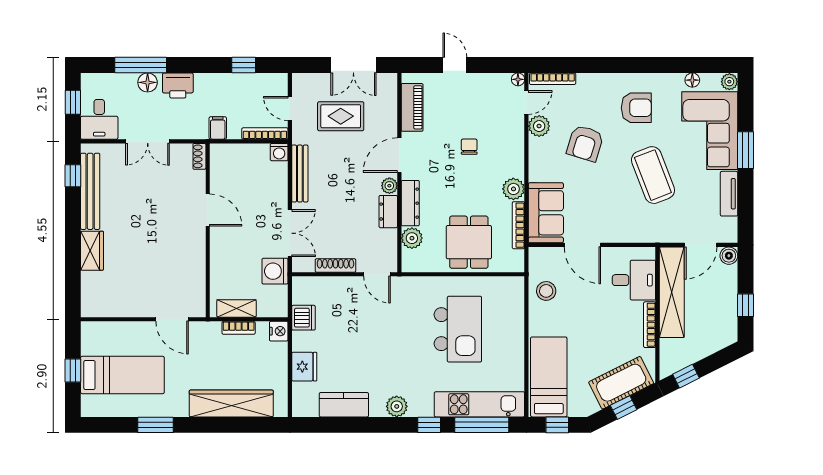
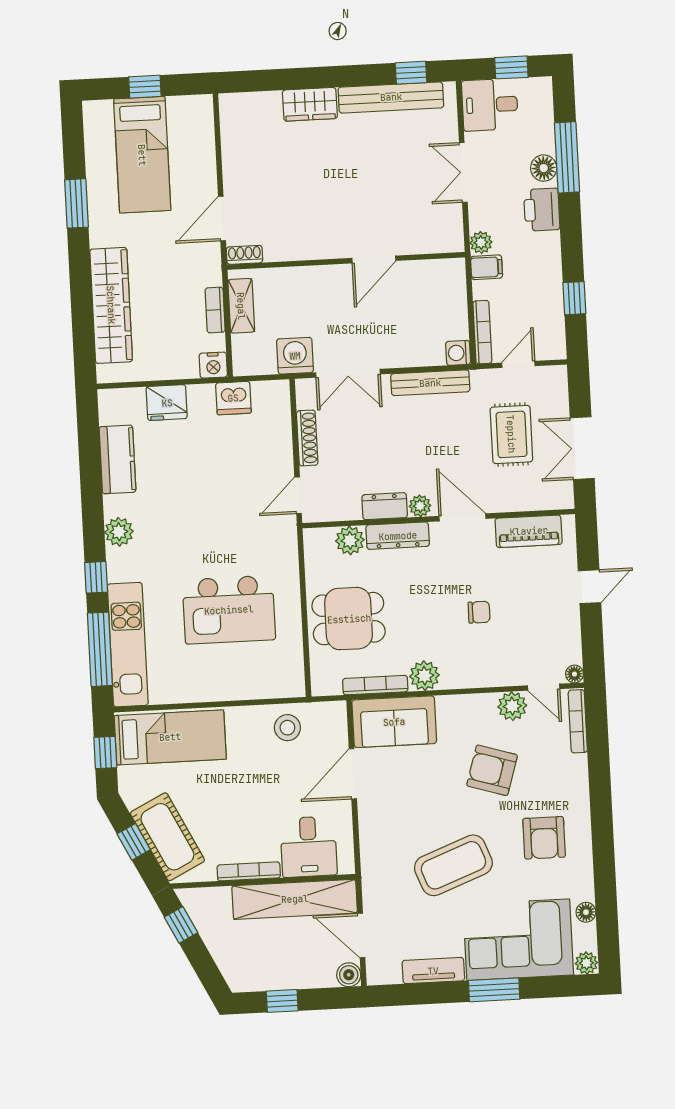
plant: (199, 131) -> (481, 242), added
shoe rack: (199, 156) -> (245, 255), moved

